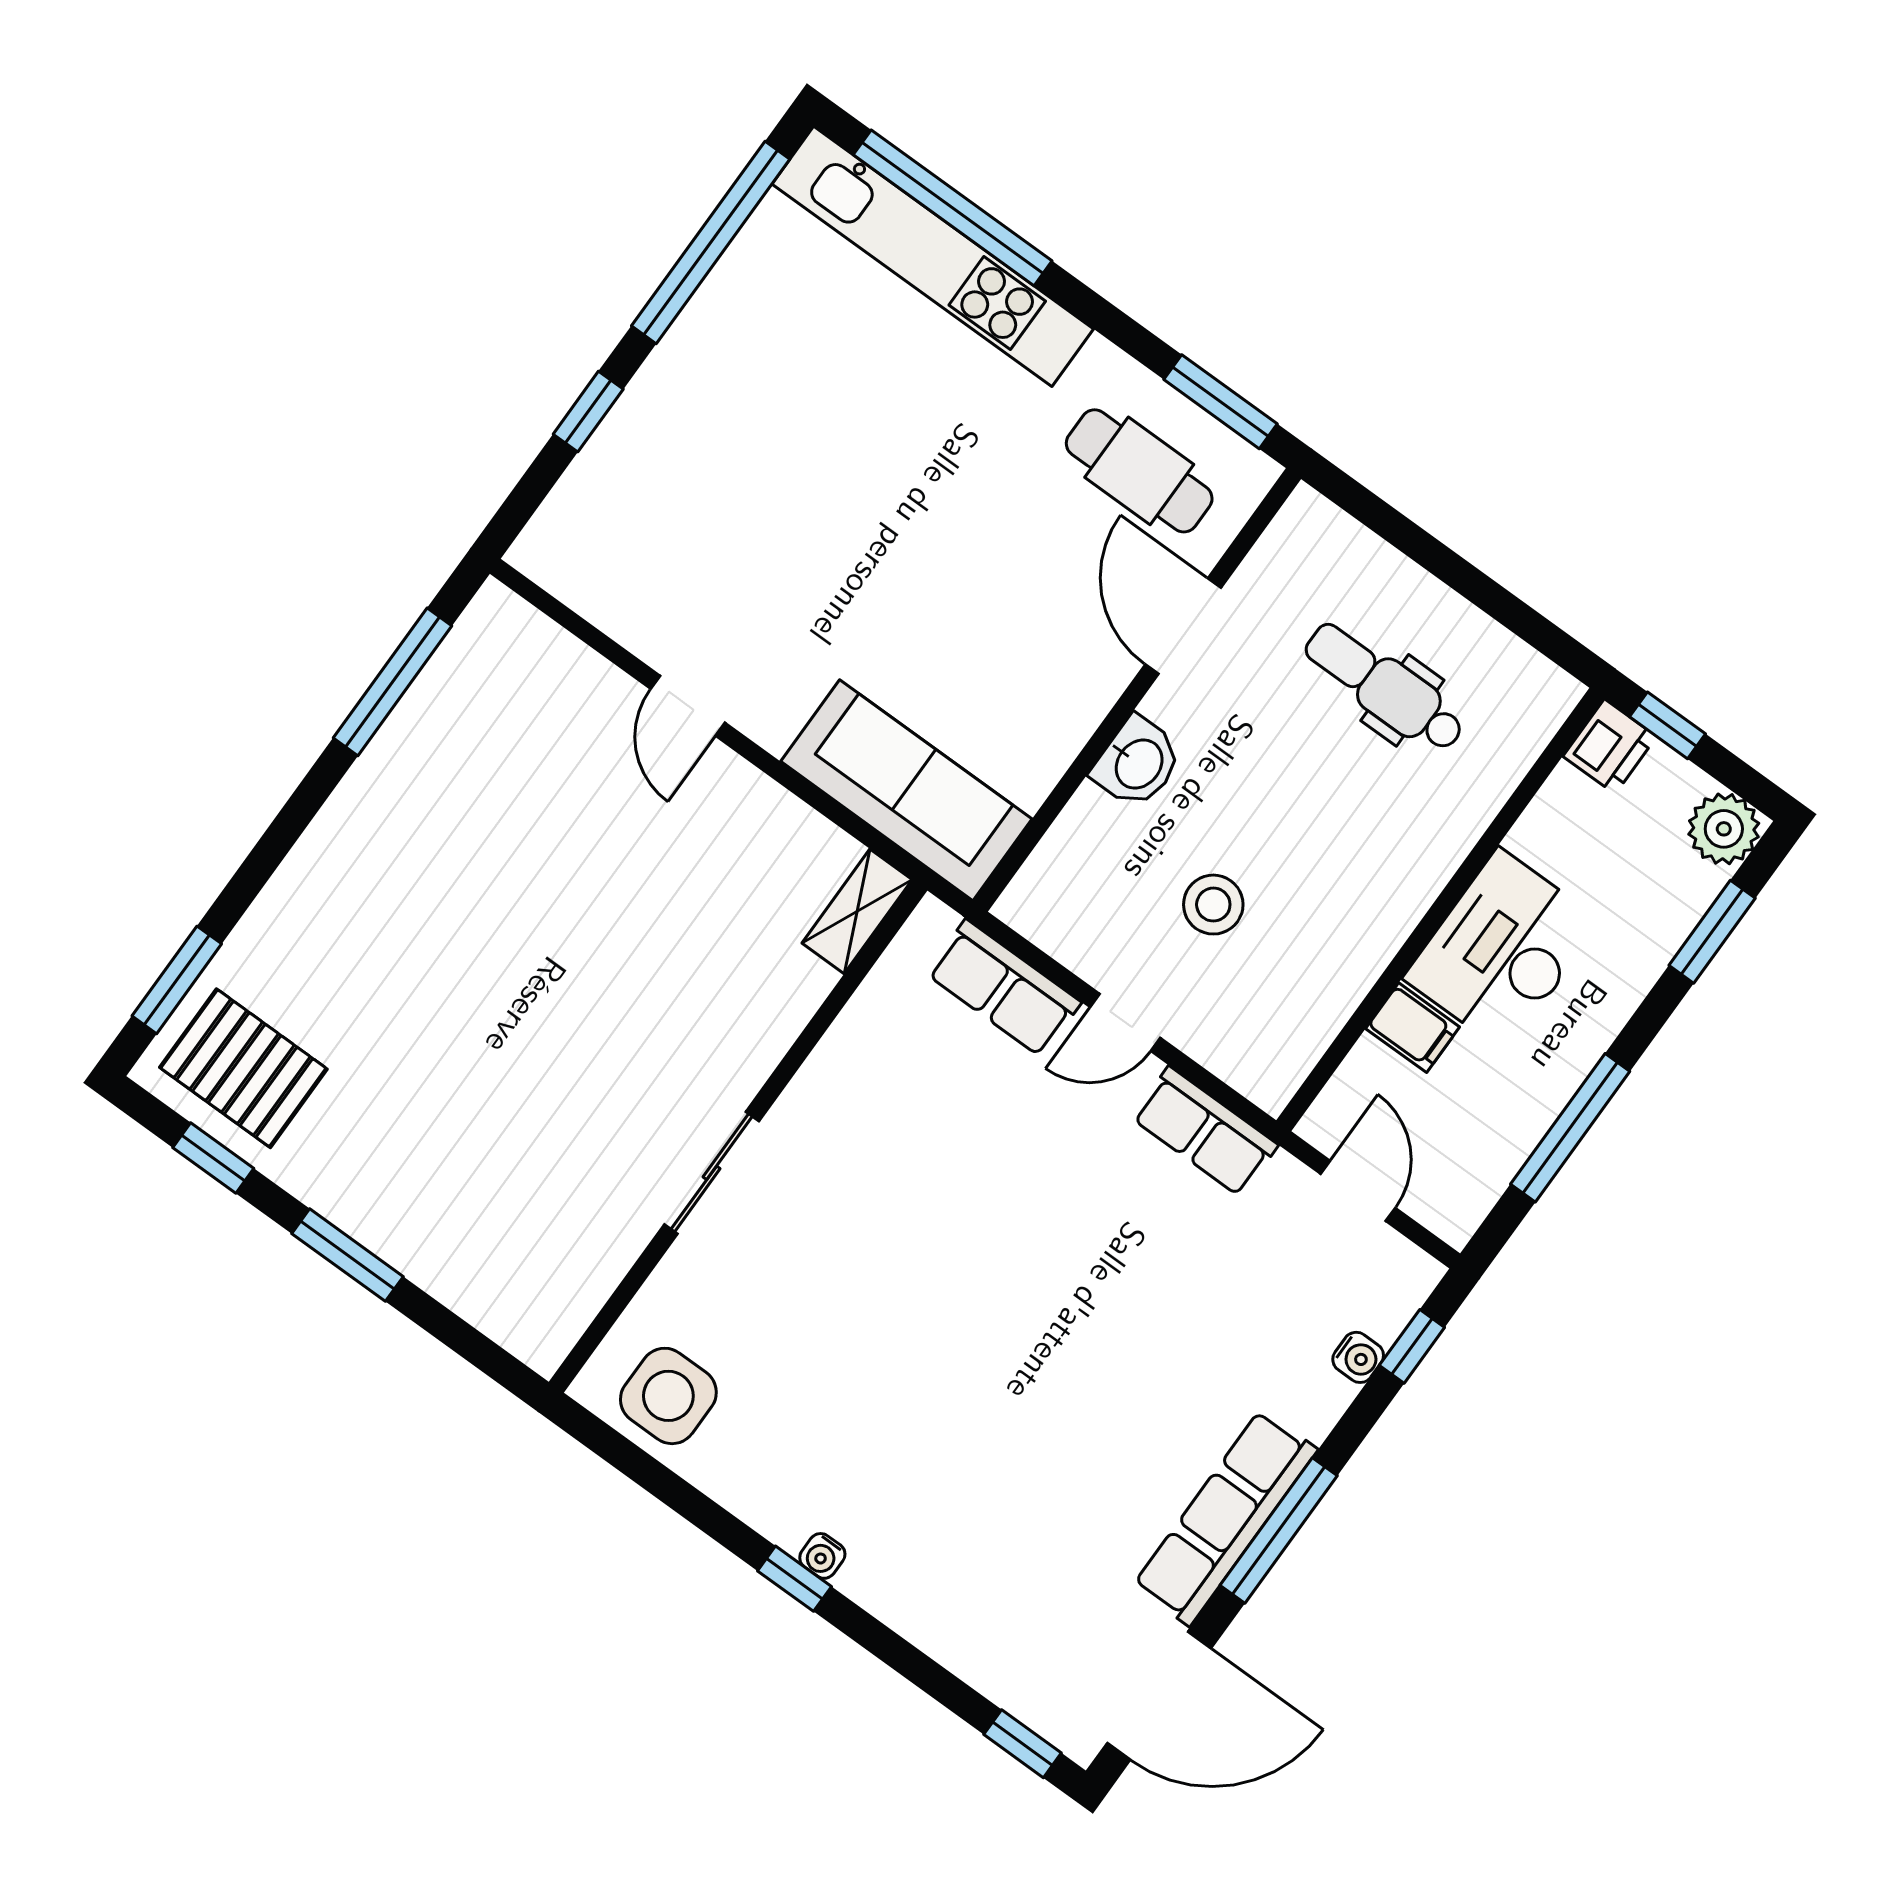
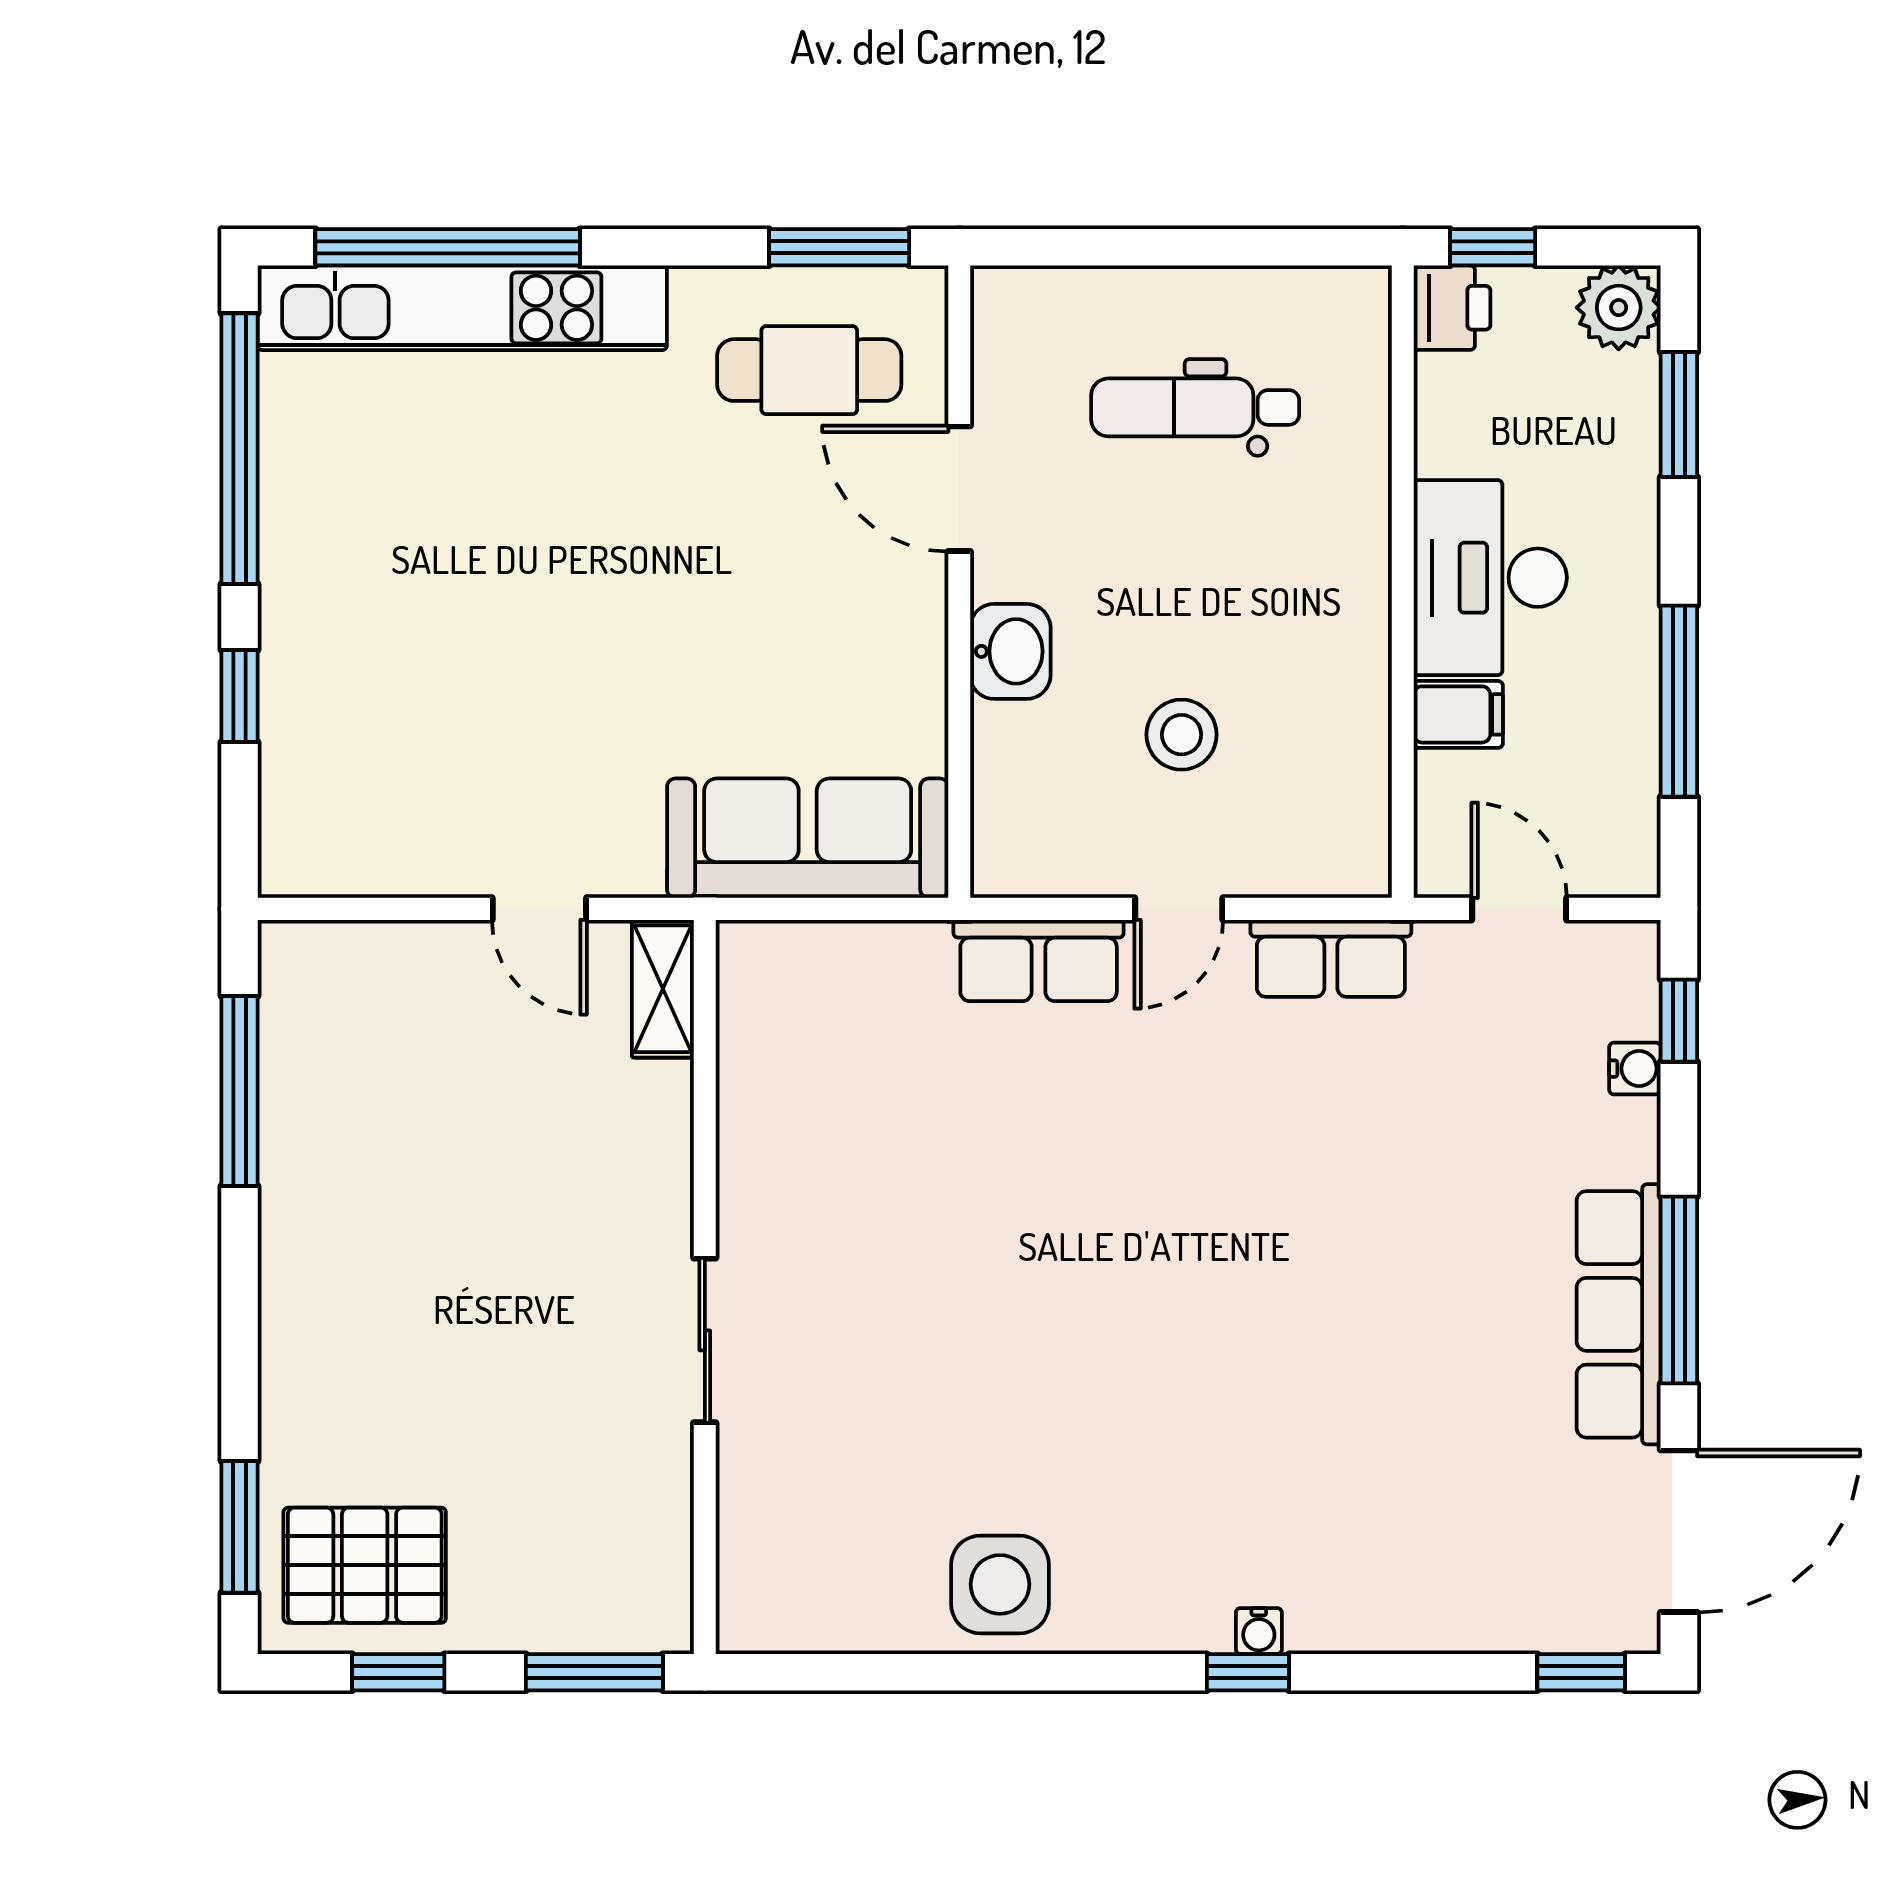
shelving: (857, 911) -> (663, 989), moved
wall: (738, 1136) -> (705, 1287), moved
sliding door: (712, 1173) -> (705, 1340), moved

